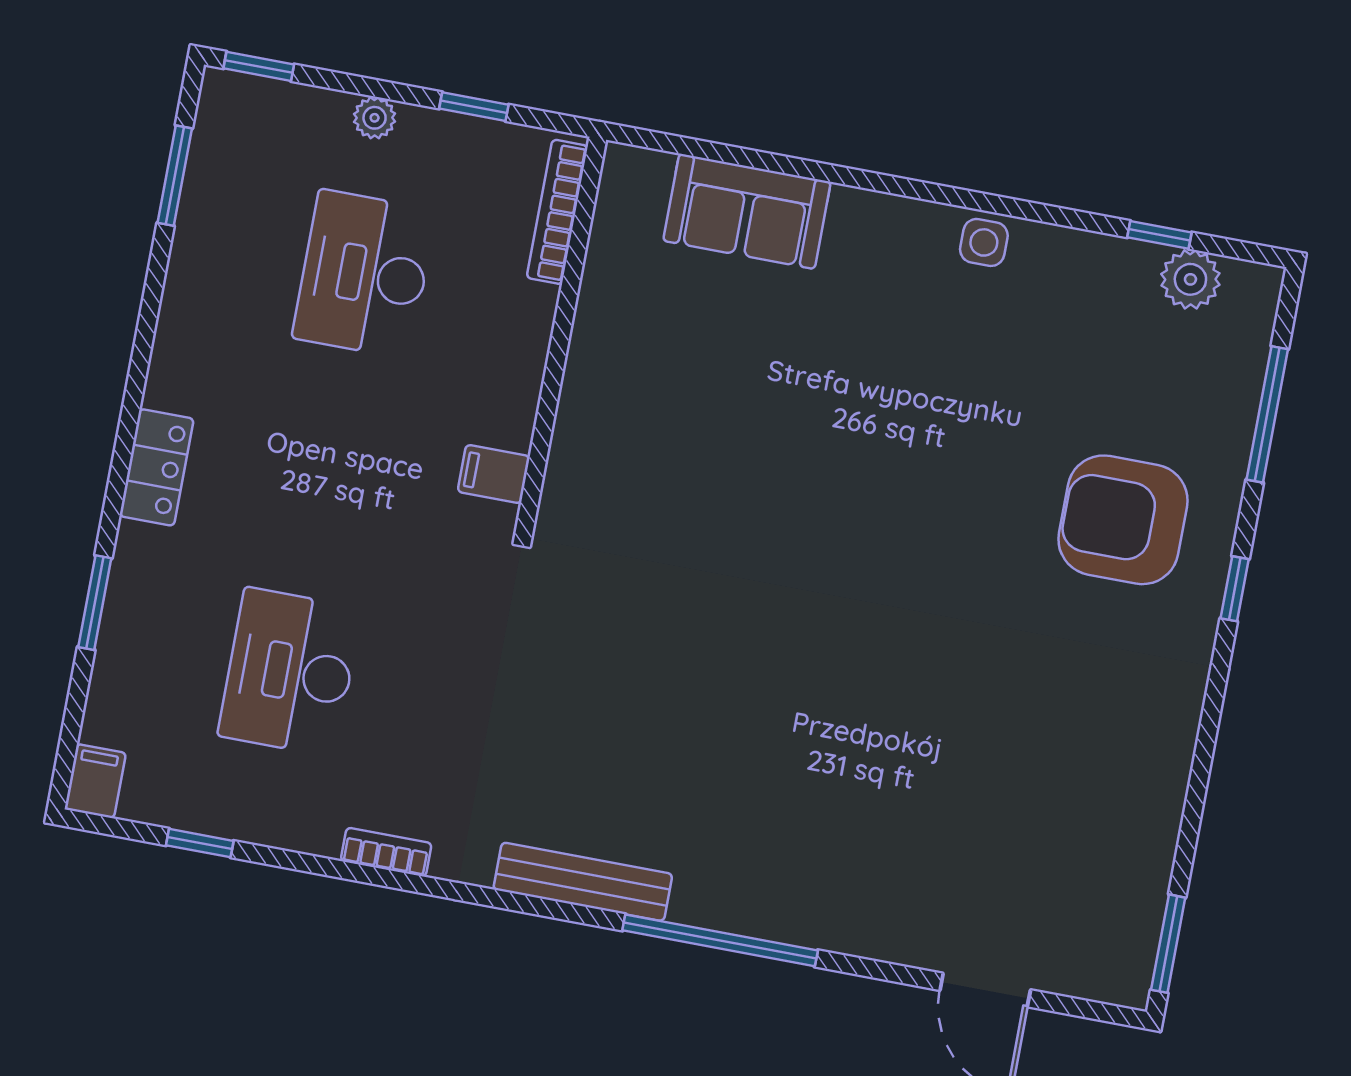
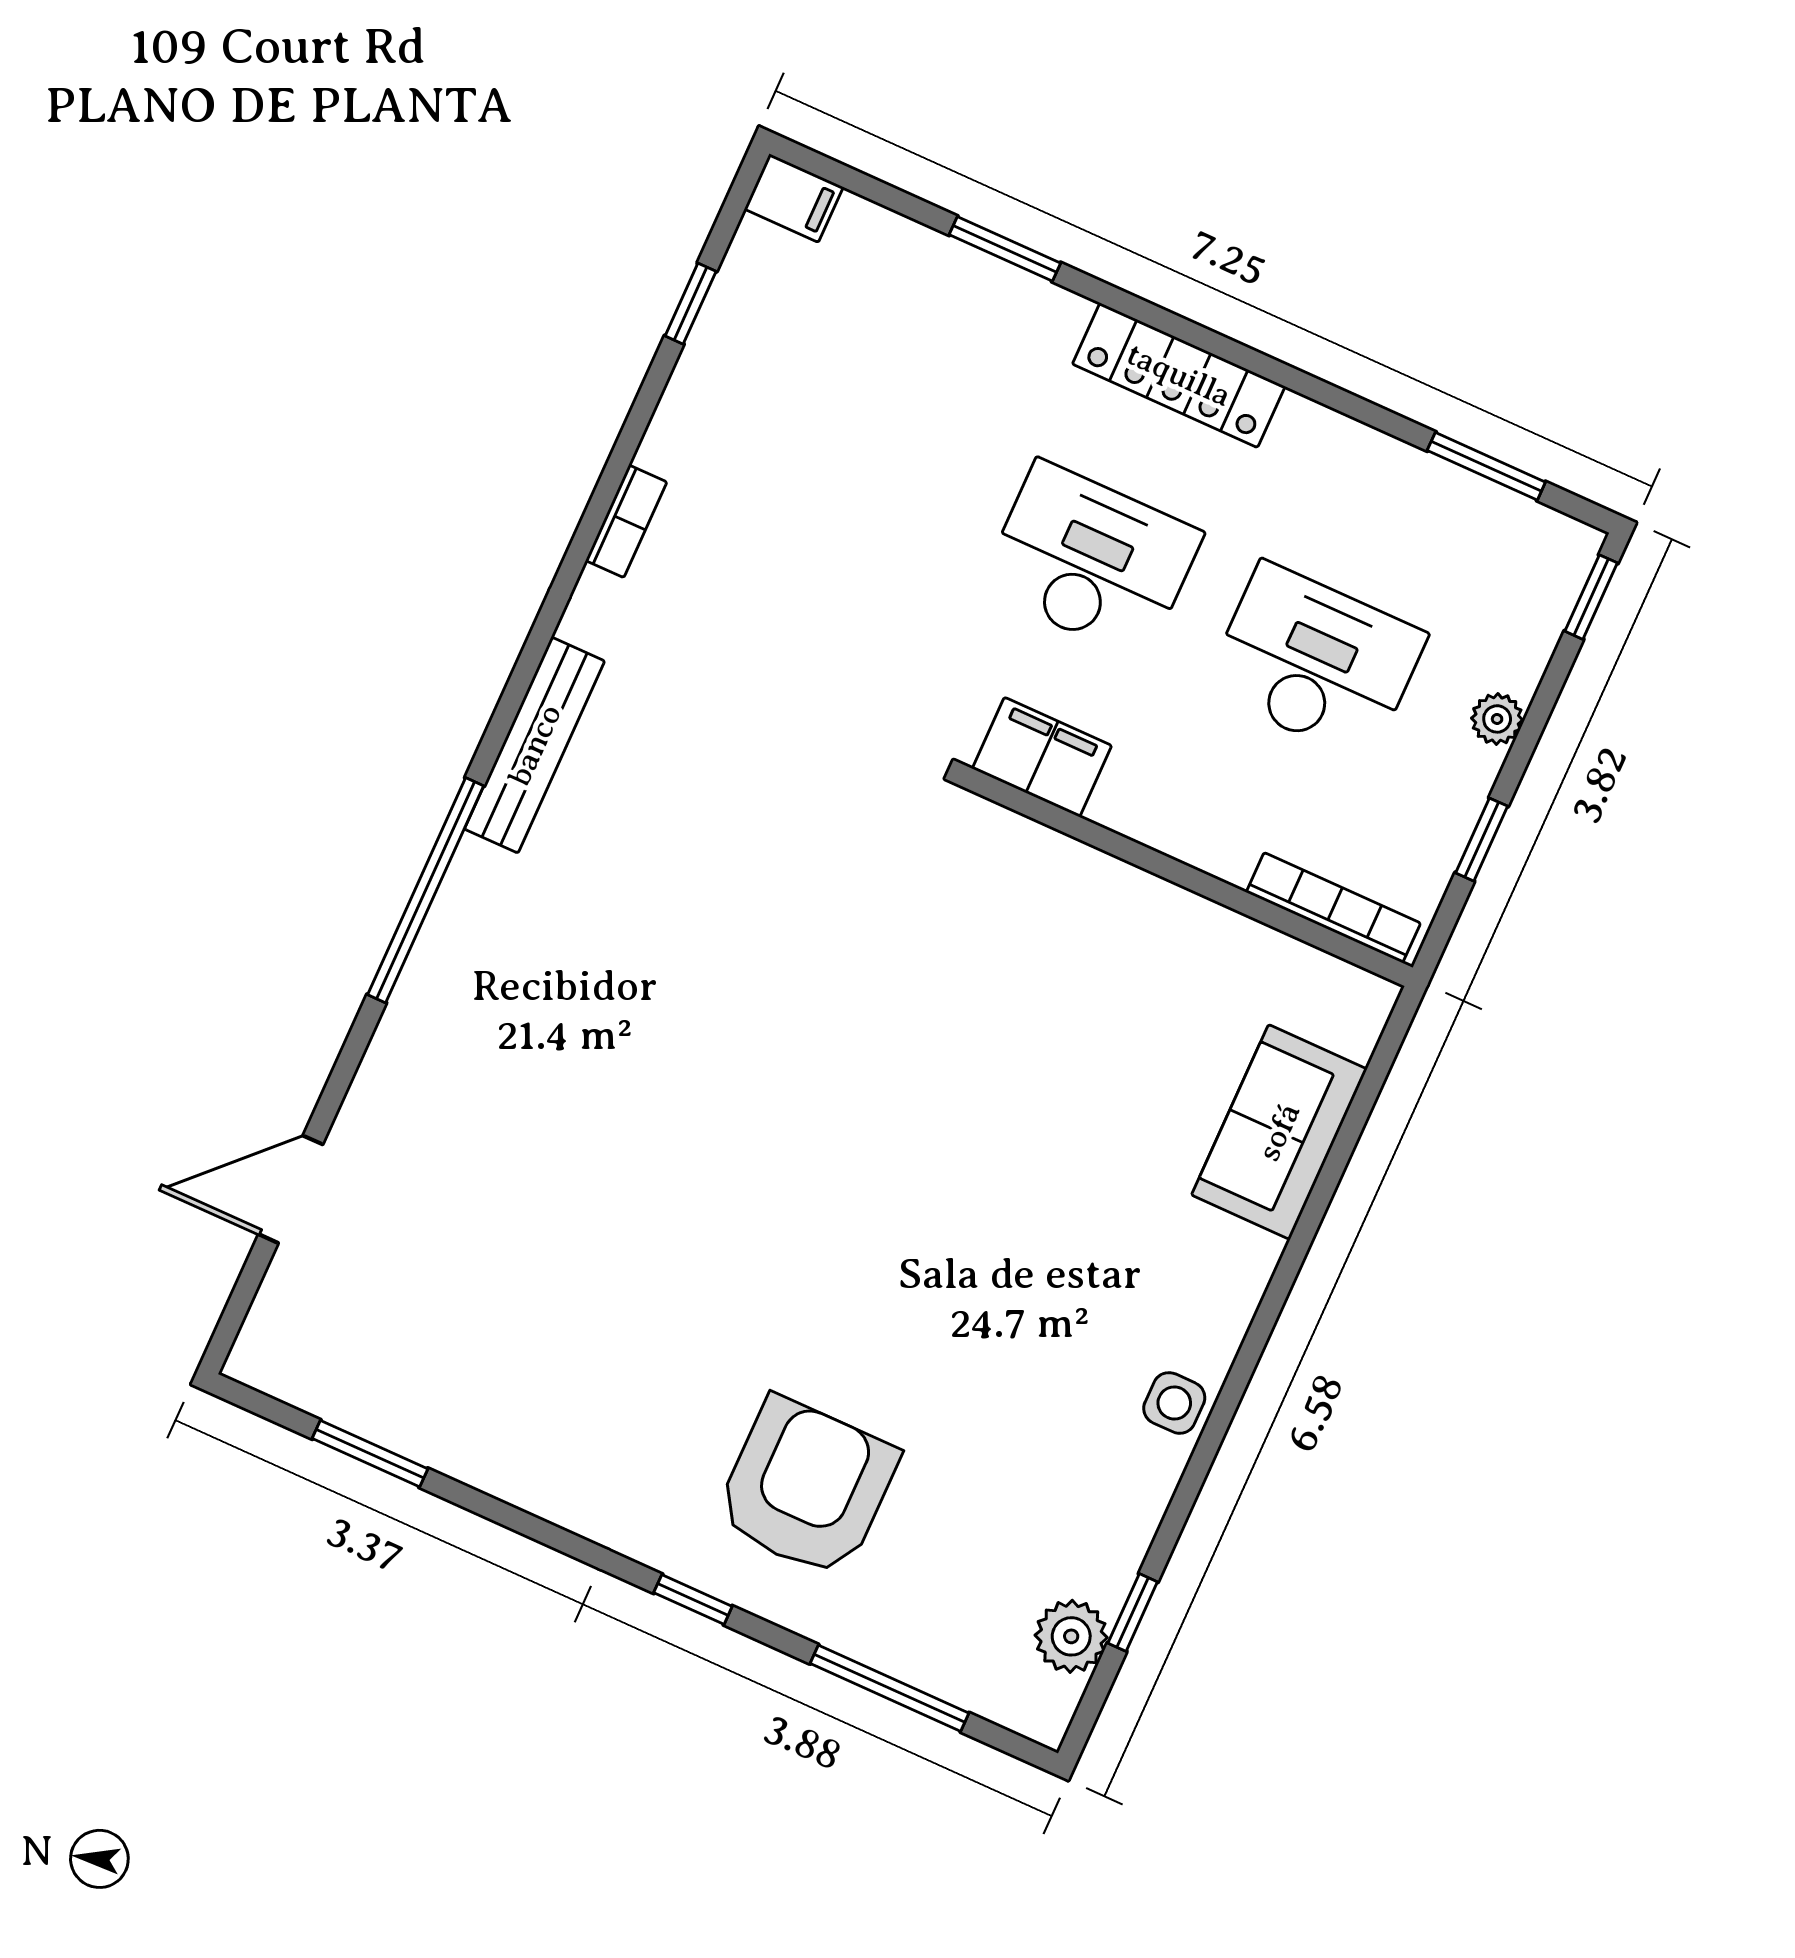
locker: (157, 467) -> (1179, 375), width x1.53
filing cabinet: (494, 474) -> (1042, 757), width x2.00
desk: (290, 672) -> (1091, 561), moved
window: (1168, 944) -> (370, 1454), moved

